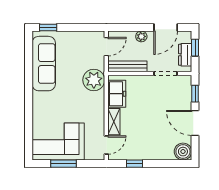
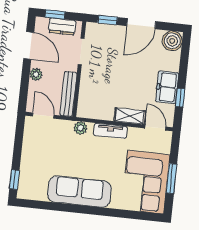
sofa: (44, 64) -> (79, 192), moved
plant: (94, 80) -> (80, 128), width x0.53, depth x0.53
freezer: (117, 94) -> (167, 87), moved, turned -90
tv unit: (99, 106) -> (110, 131), added

